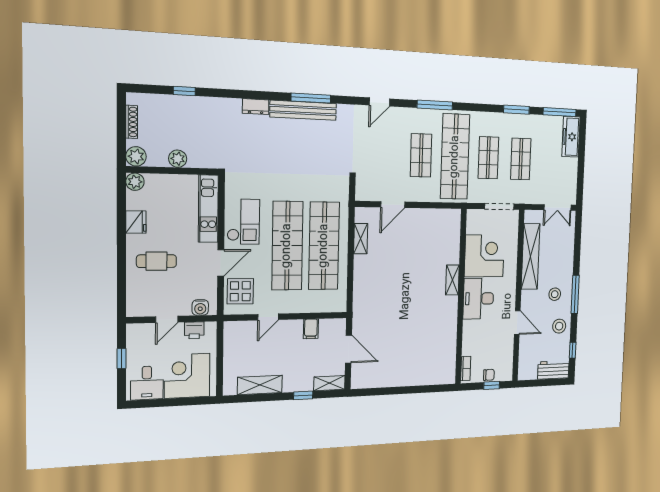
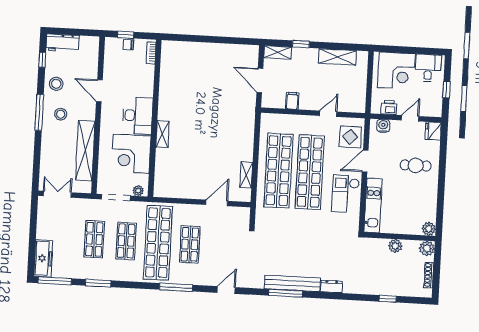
plant: (477, 215) -> (138, 191), added
fridge: (136, 222) -> (433, 131), moved

